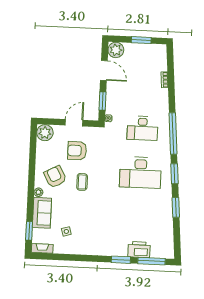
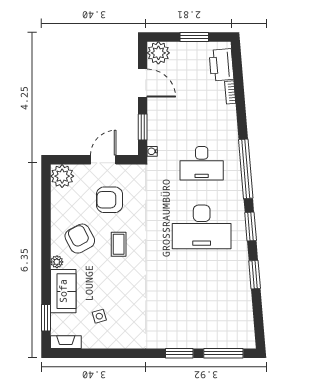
printer: (139, 250) -> (221, 65), moved, turned -95

